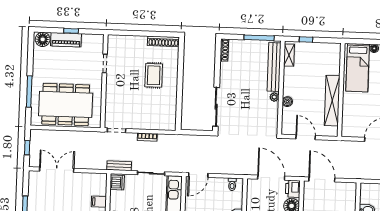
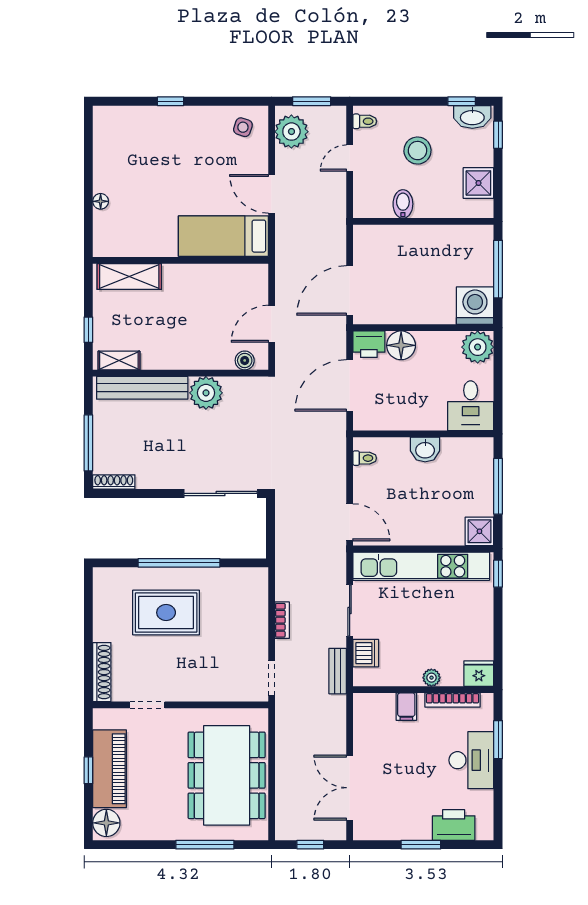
window: (259, 38) -> (88, 443), moved
piano: (66, 40) -> (110, 769), width x1.37, depth x1.33
shoe rack: (163, 41) -> (102, 672), moved
bed: (358, 68) -> (223, 236), moved, turned 180
rug: (154, 75) -> (166, 613), width x1.36, depth x1.43
window: (180, 83) -> (179, 563), added
plant: (274, 97) -> (206, 393), width x1.88, depth x1.88
shelving: (332, 101) -> (129, 277), moved, width x0.68
boiler: (287, 102) -> (245, 360), moved
dishwasher: (117, 183) -> (366, 653), moved, turned 90

